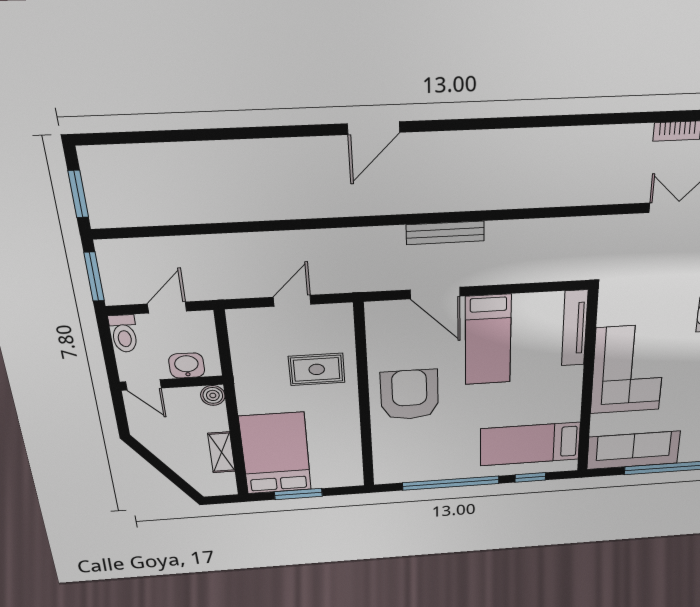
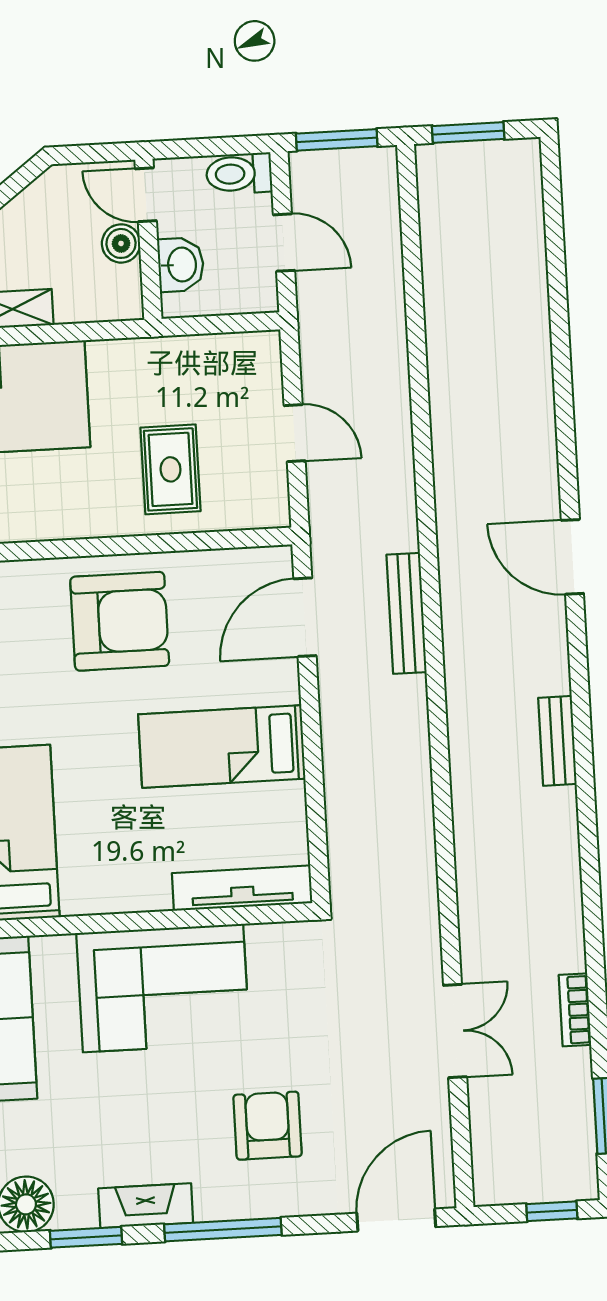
bench: (499, 140) -> (557, 741), added
bench: (445, 233) -> (406, 613), moved
door: (435, 293) -> (305, 617), moved
door: (144, 385) -> (146, 195), hinge flipped
boiler: (213, 395) -> (121, 243), moved

